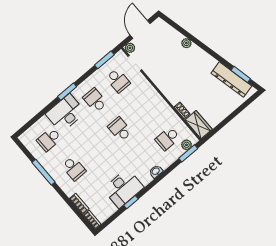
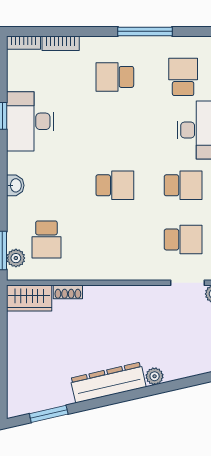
dresser: (231, 80) -> (108, 383), moved
school desk: (118, 81) -> (183, 240), turned 180
school desk: (168, 139) -> (46, 240), turned 180

